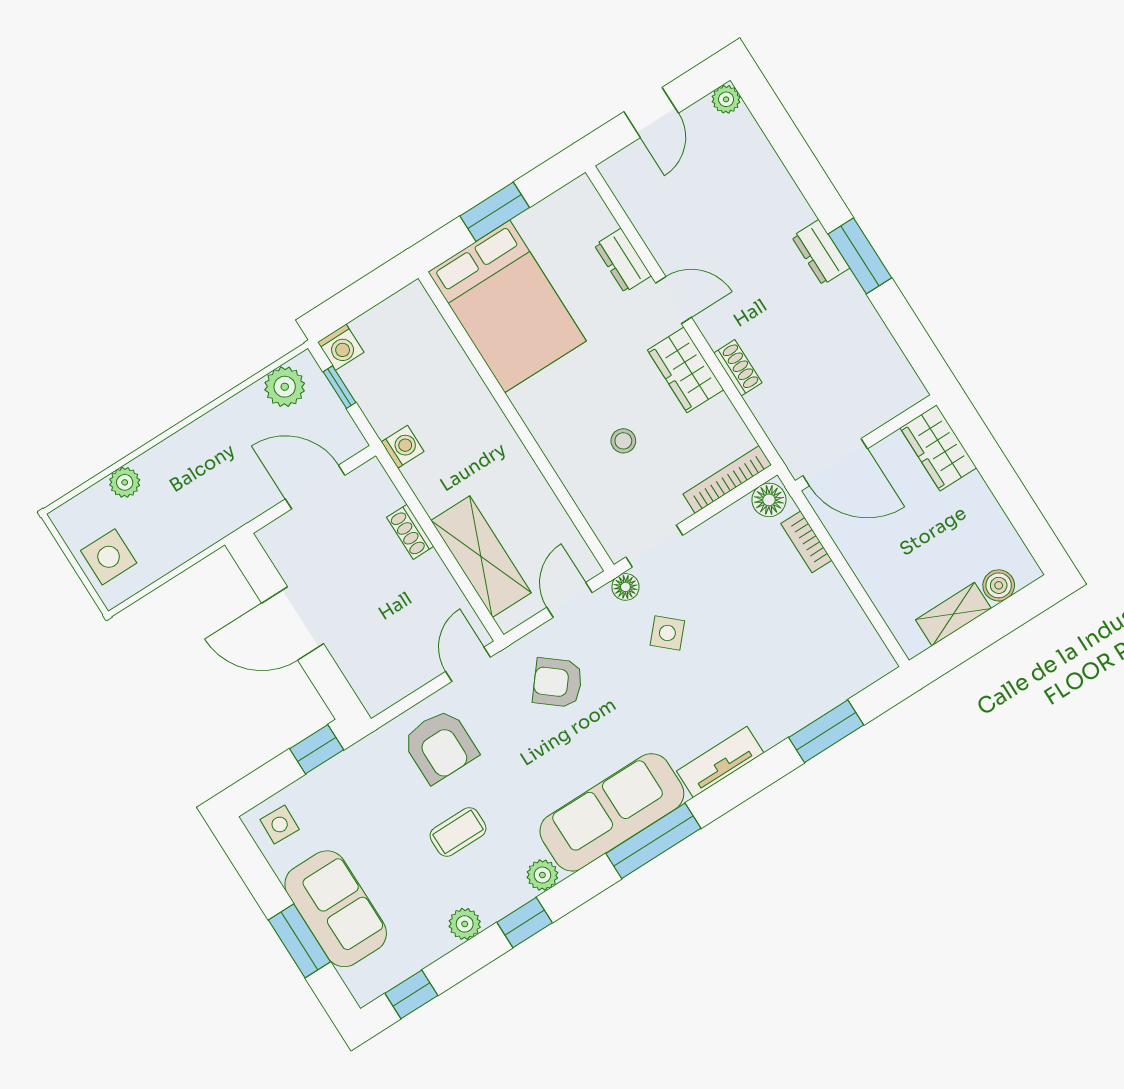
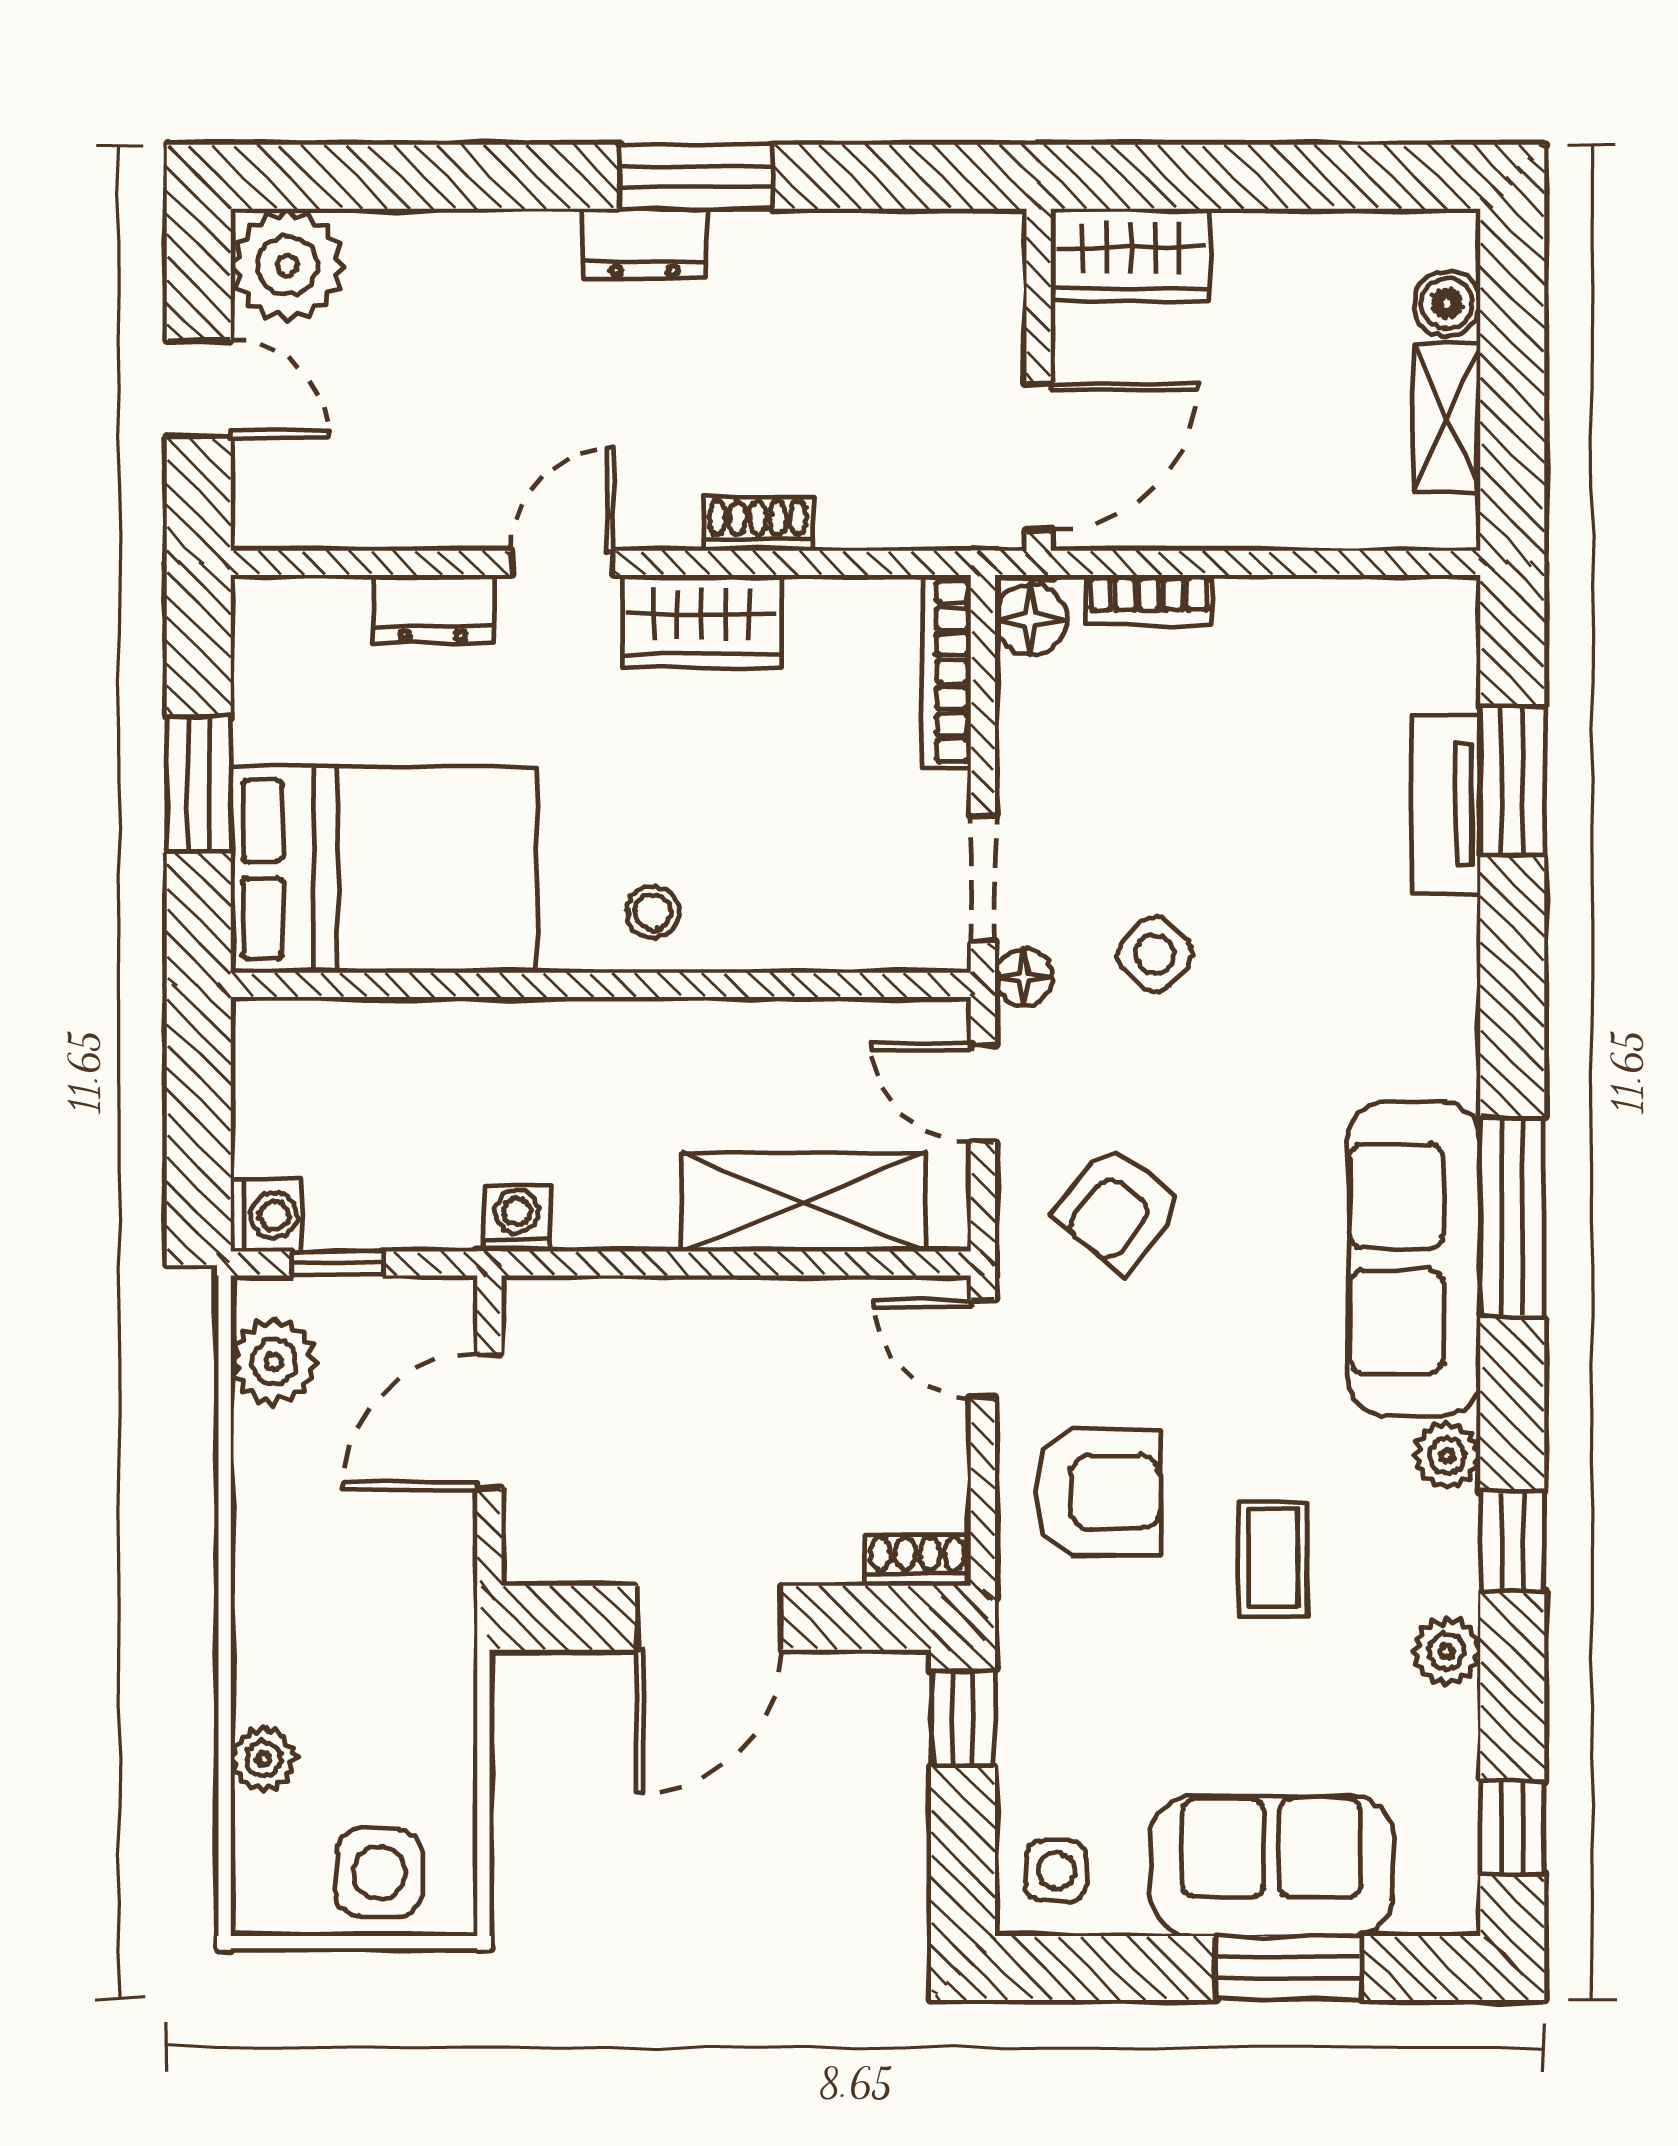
plant: (726, 99) -> (287, 265), width x1.87, depth x1.87
stool: (623, 441) -> (653, 912), moved
shoe rack: (410, 532) -> (917, 1560), moved, turned 180
tv unit: (720, 762) -> (1446, 804), moved

